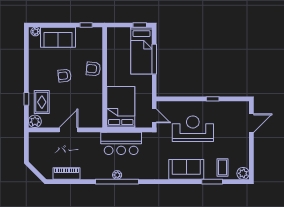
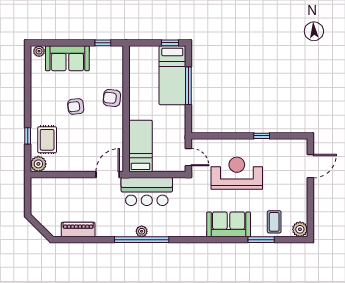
bed: (121, 107) -> (140, 146), width x0.67
door: (68, 130) -> (108, 175), moved

